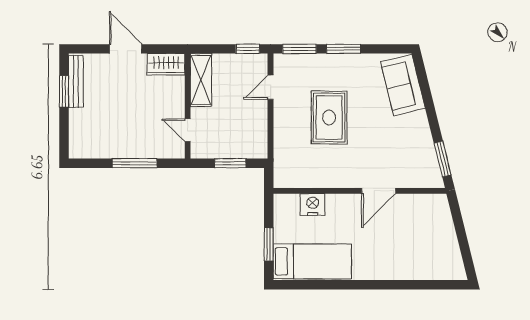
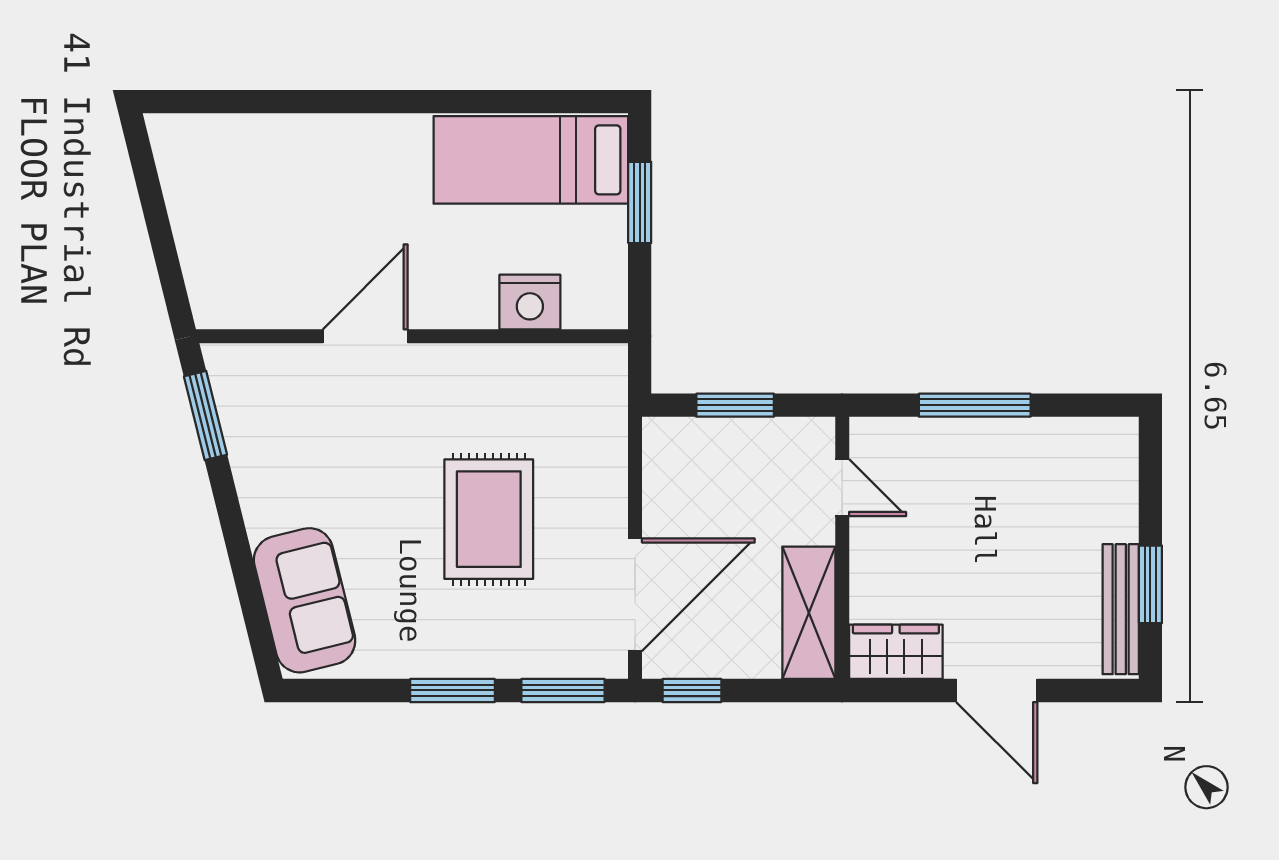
door: (270, 87) -> (635, 595), width x1.87

